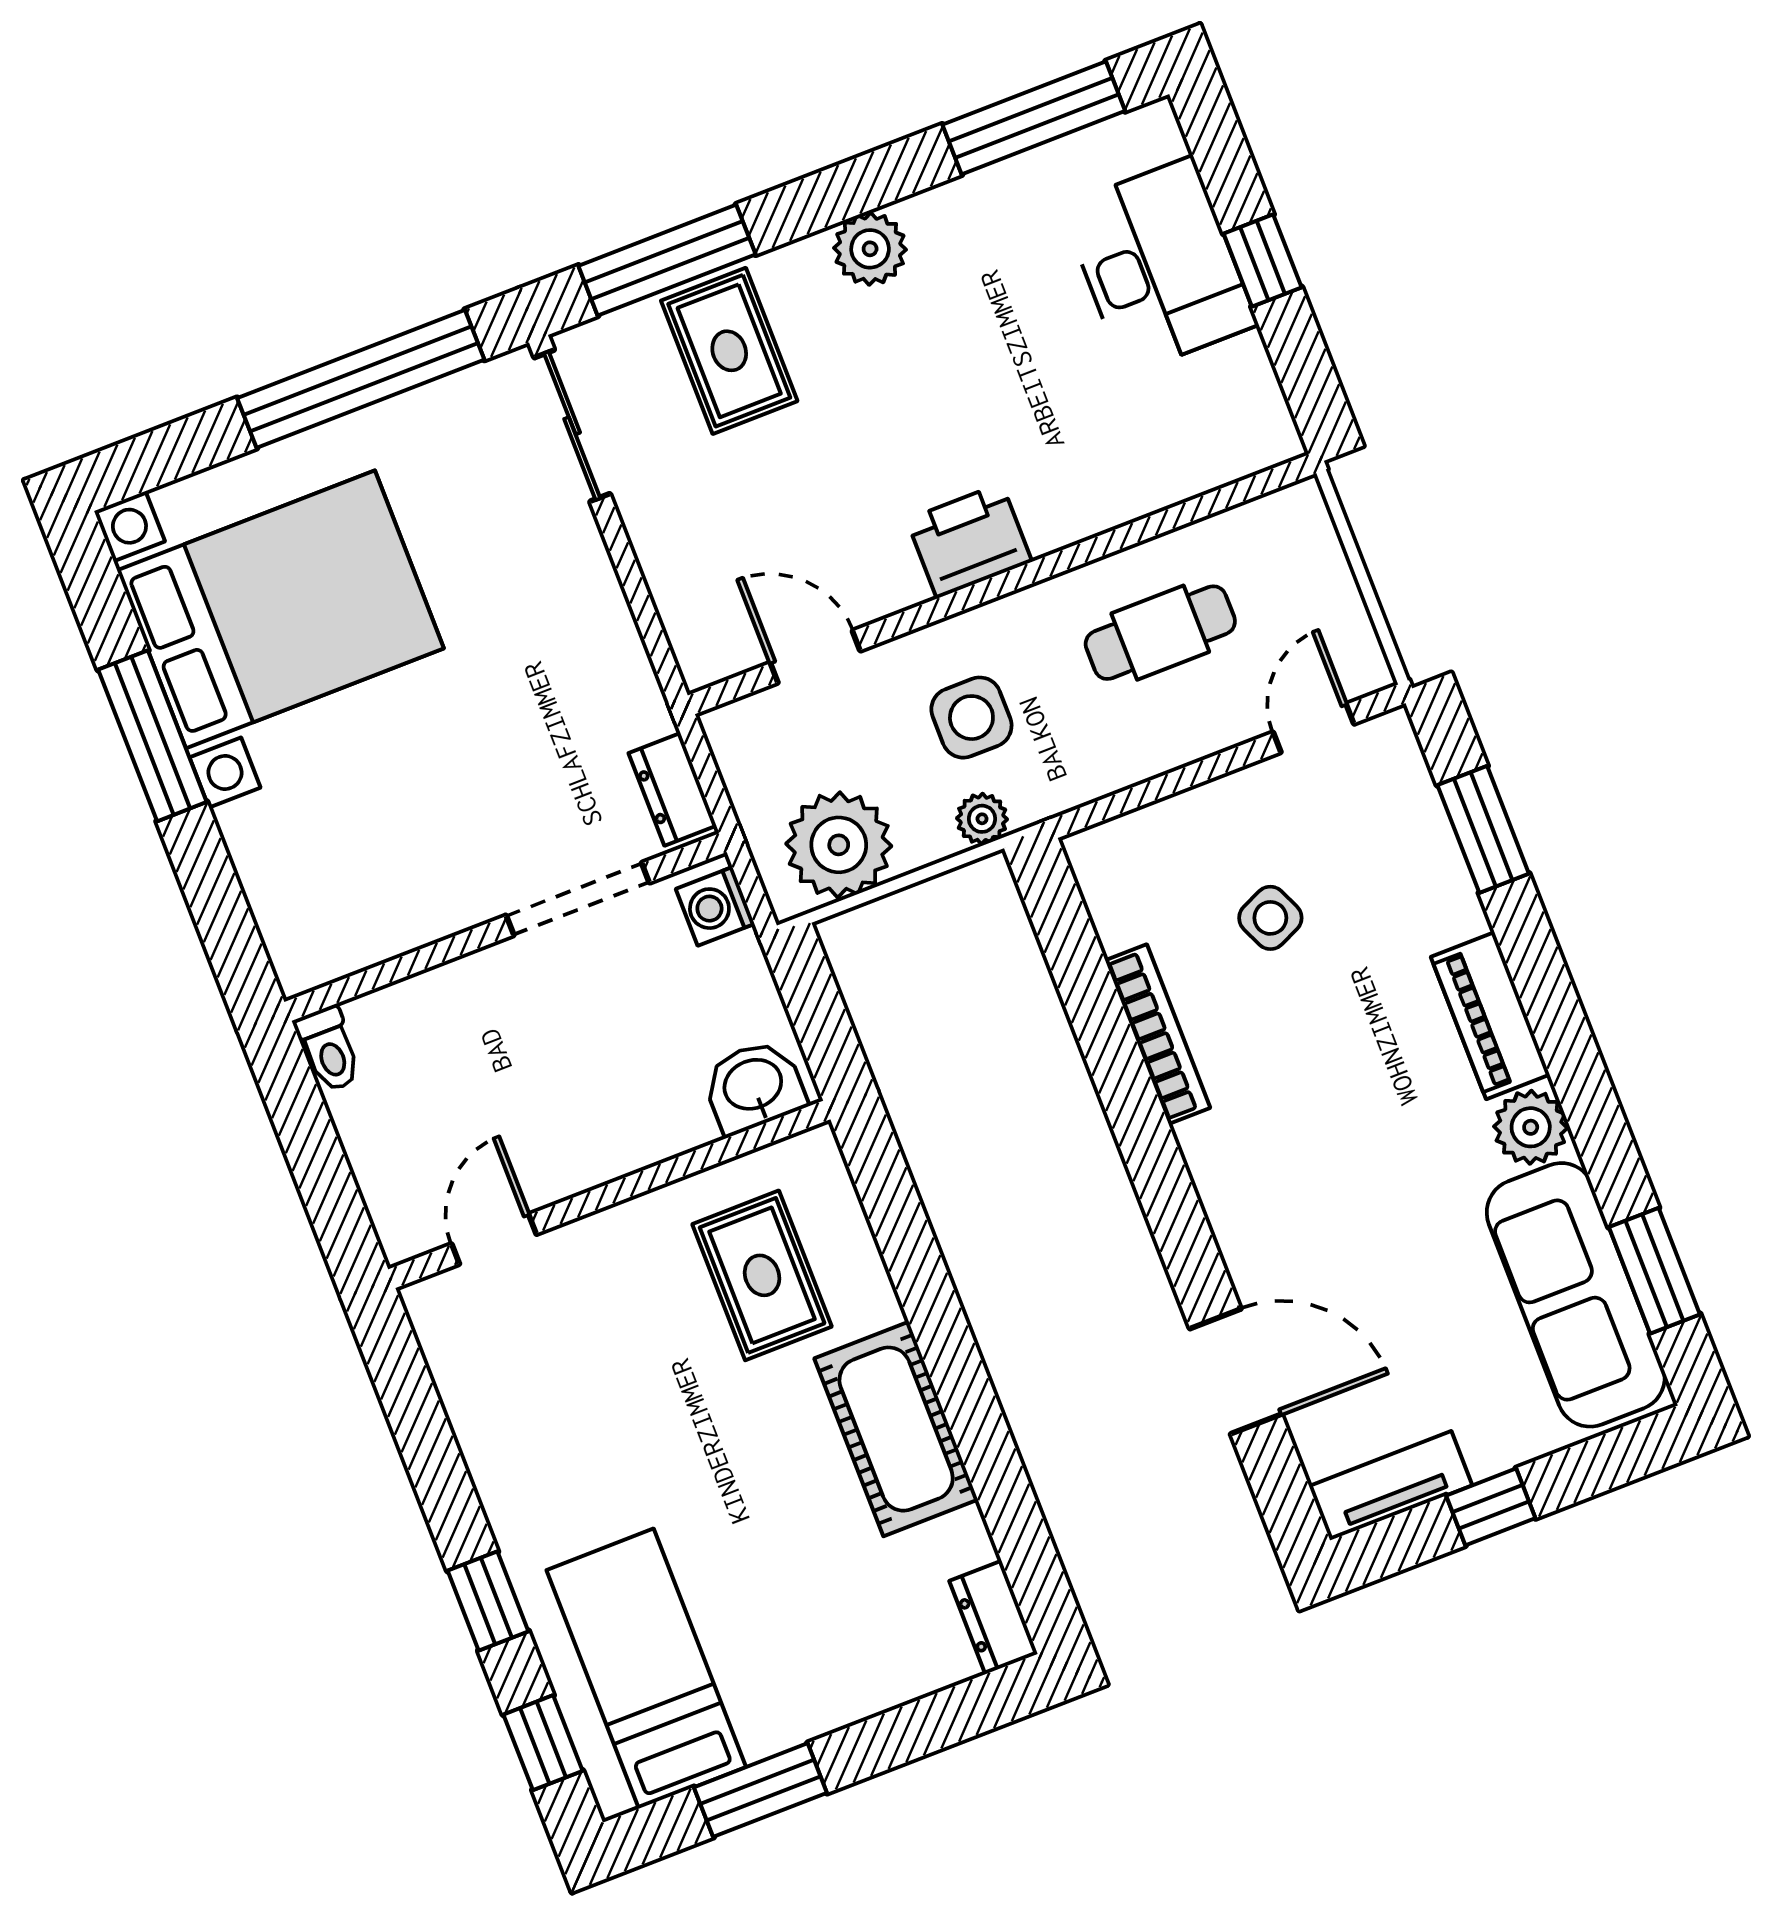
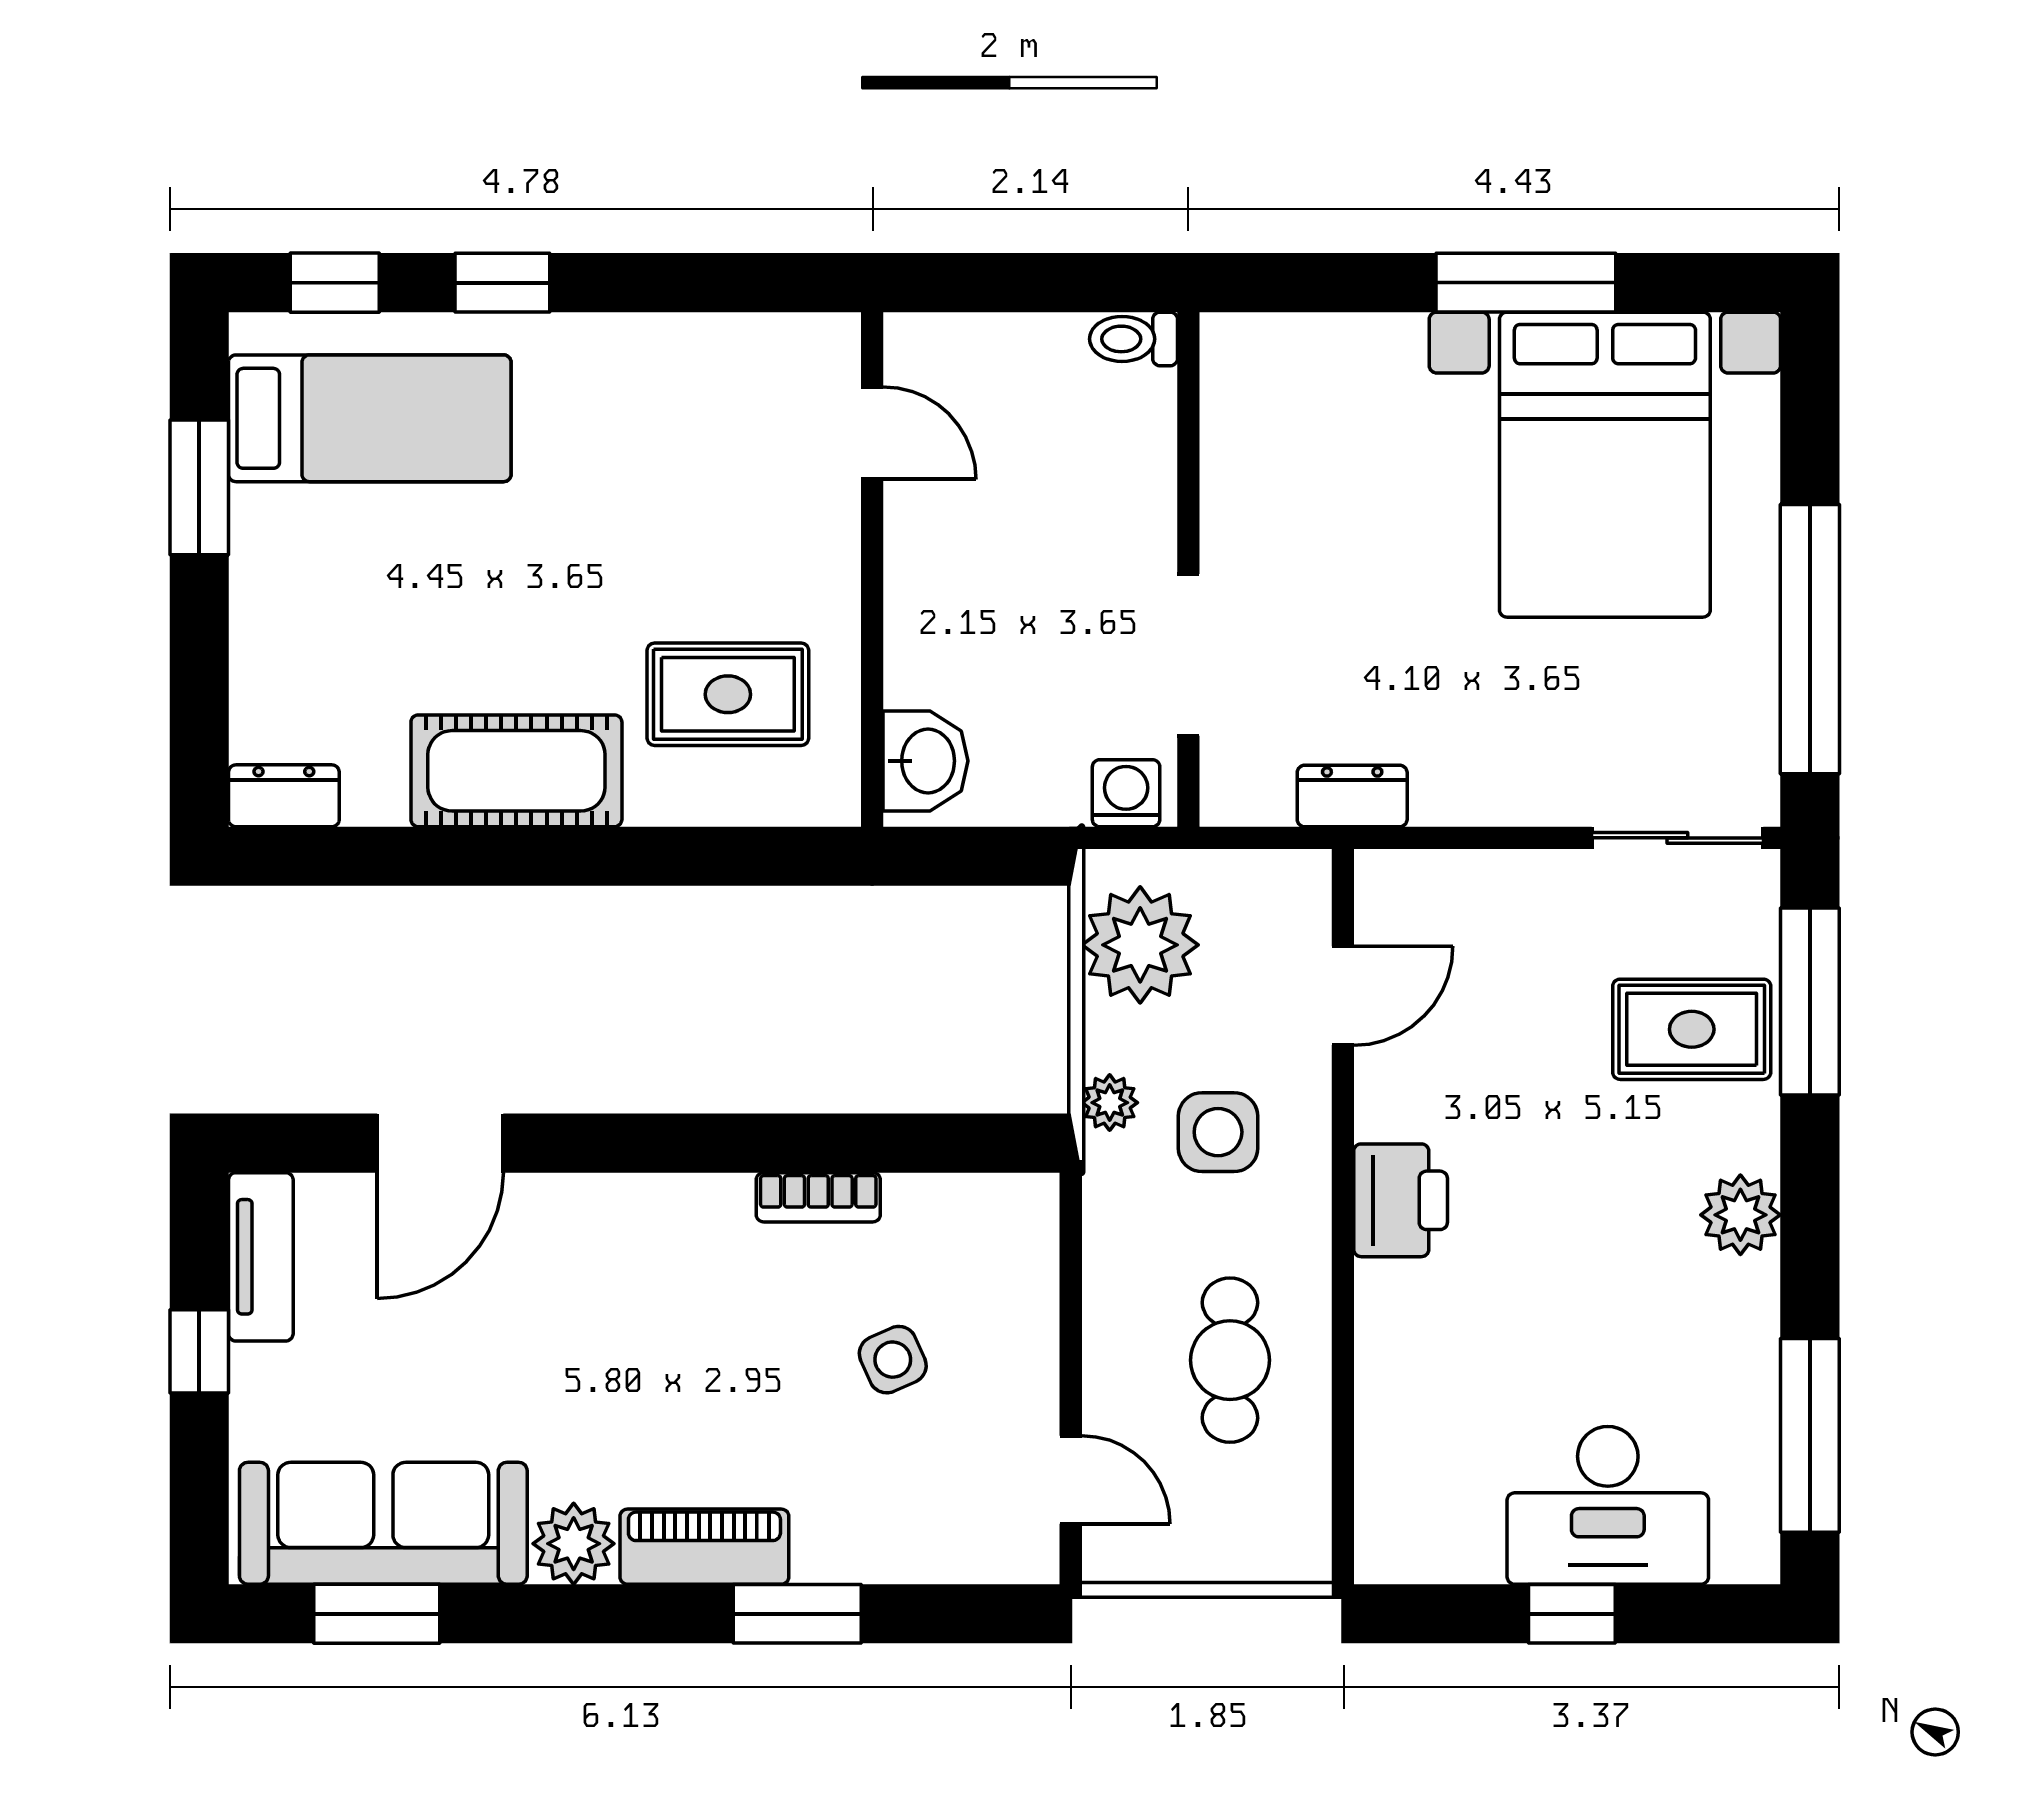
dresser: (672, 789) -> (1352, 796), moved
window: (1483, 829) -> (797, 1614), moved
bookcase: (1158, 1034) -> (818, 1197), width x0.64

